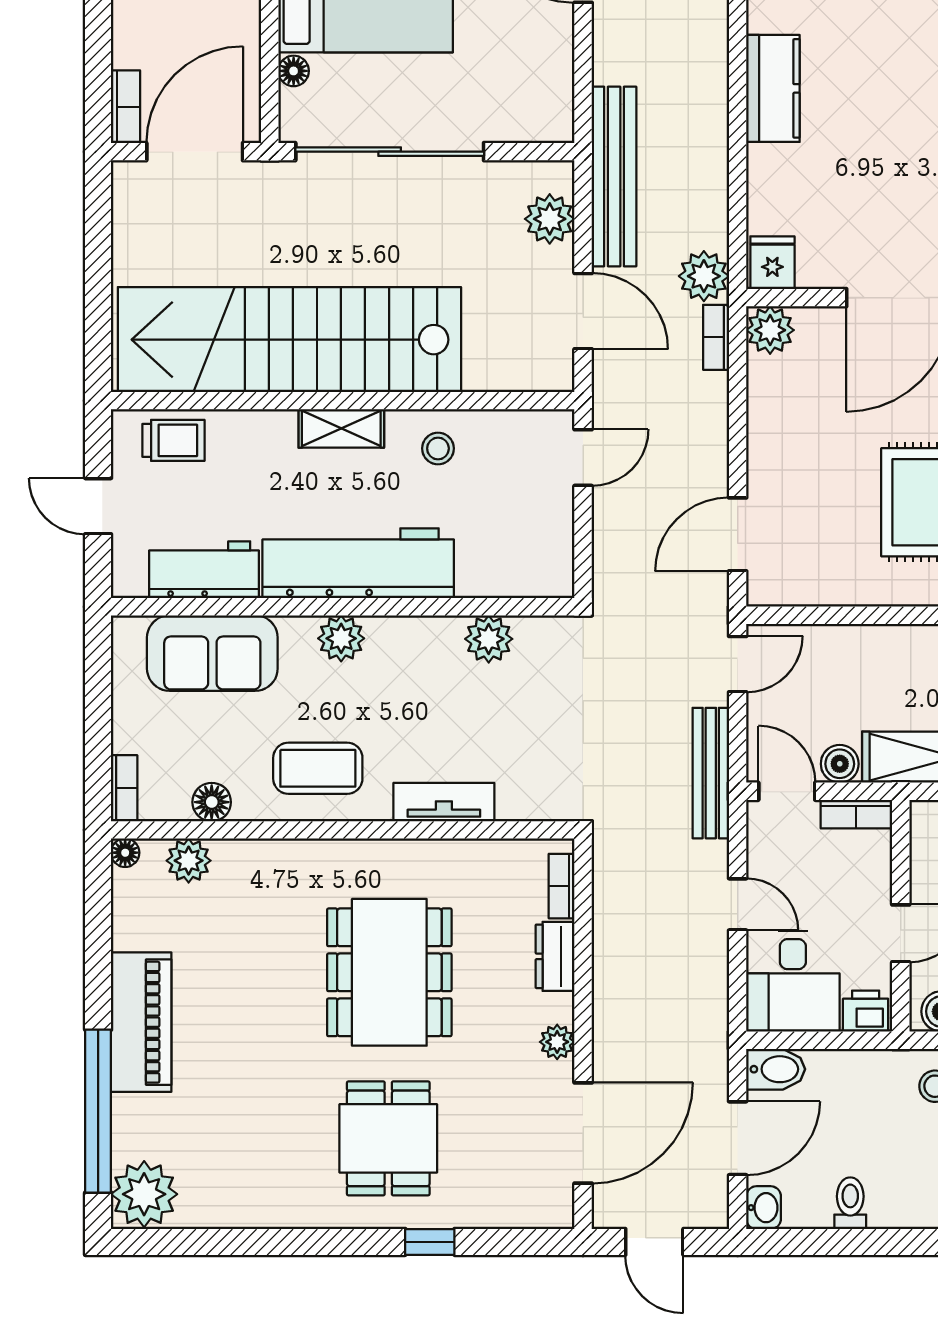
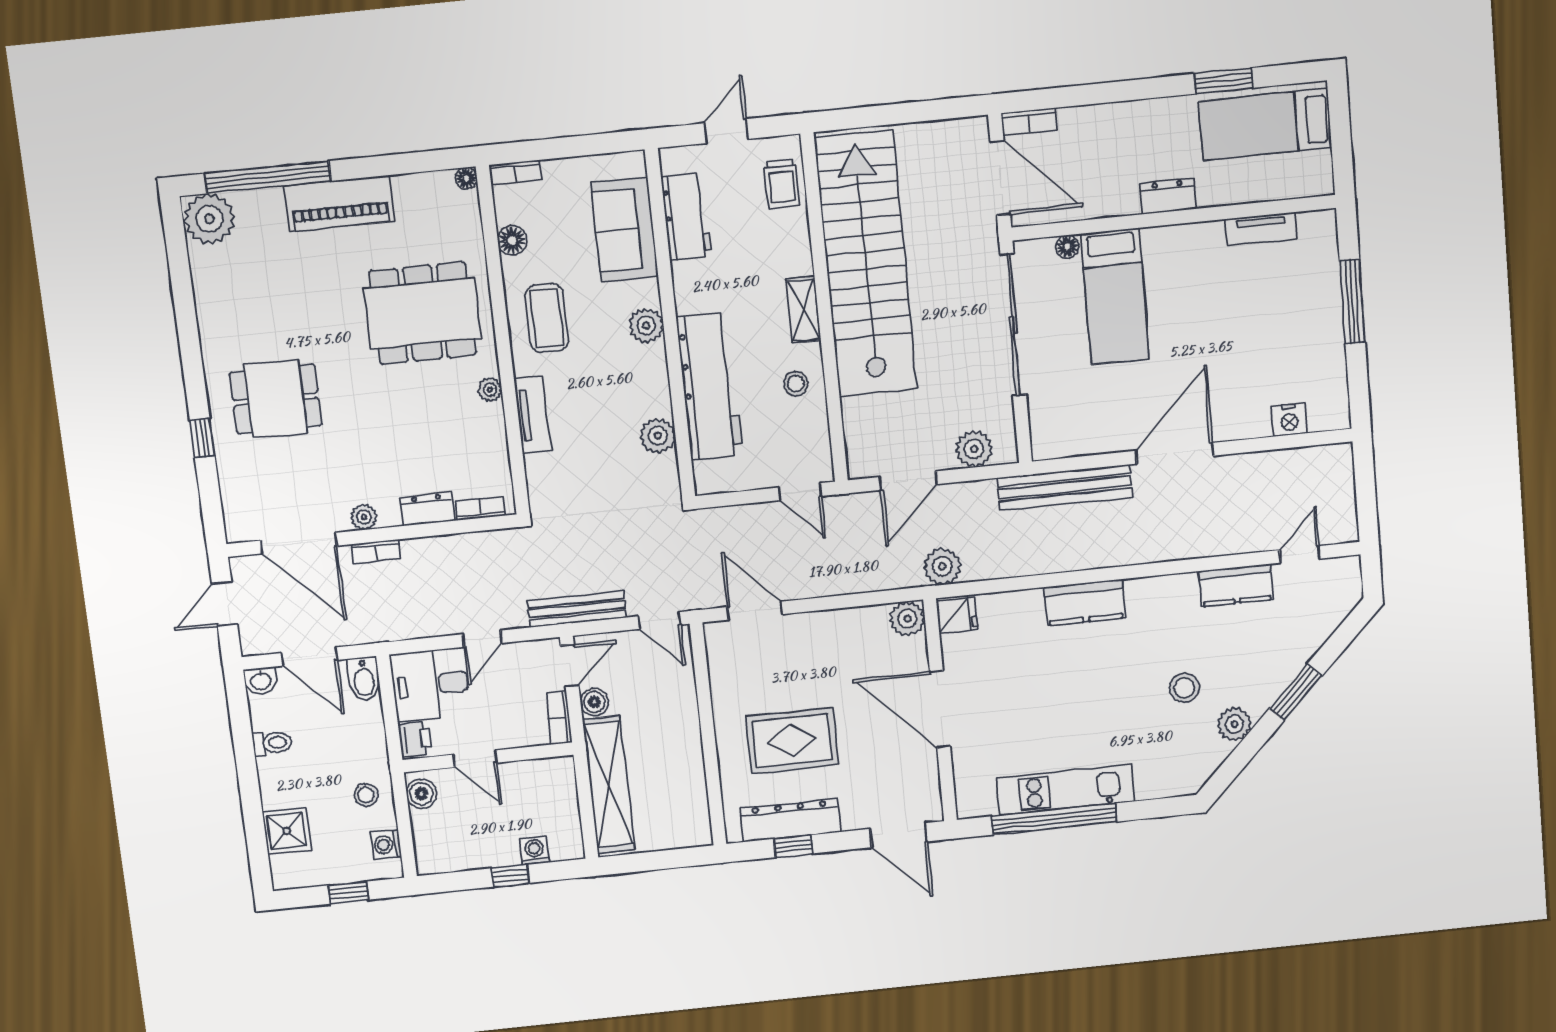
bench: (614, 176) -> (1065, 487), moved
bookcase: (716, 337) -> (376, 551), moved, turned 180
workbench: (358, 563) -> (710, 386), moved
plant: (189, 861) -> (490, 390), moved, width x0.73, depth x0.73
dining table: (389, 972) -> (423, 313), moved

